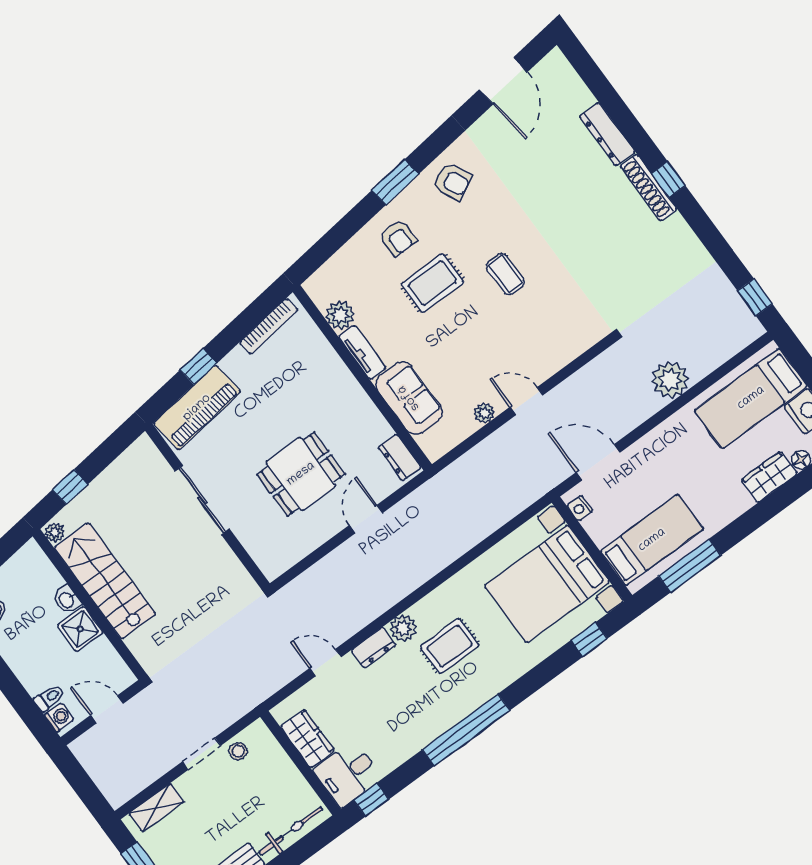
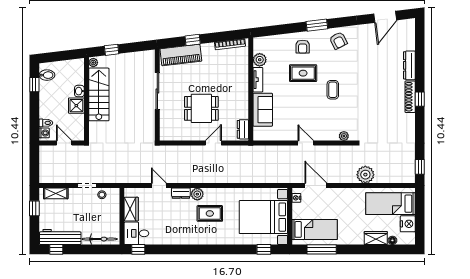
plant: (484, 413) -> (344, 136), moved
window: (466, 730) -> (193, 249), removed

